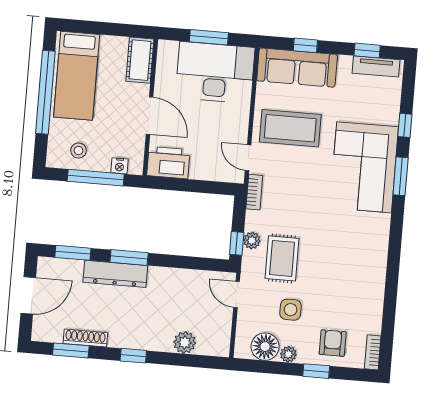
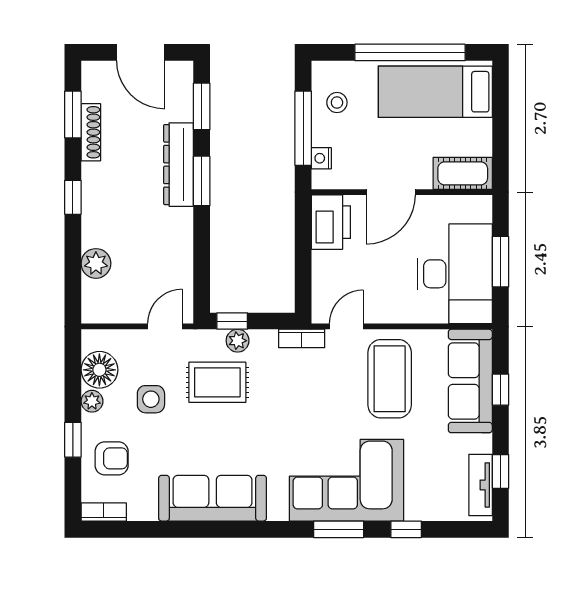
sofa: (369, 269) -> (213, 498), added

